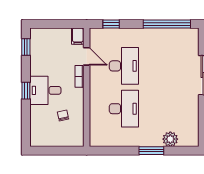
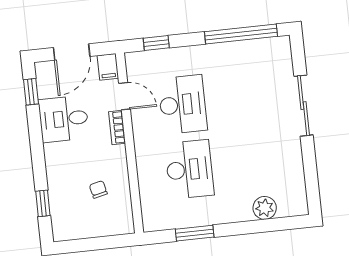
door: (55, 24) -> (72, 52), added
desk: (45, 90) -> (64, 119), moved
window: (26, 91) -> (43, 203), moved
window: (151, 151) -> (195, 233), moved

